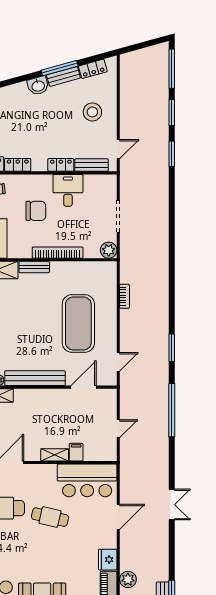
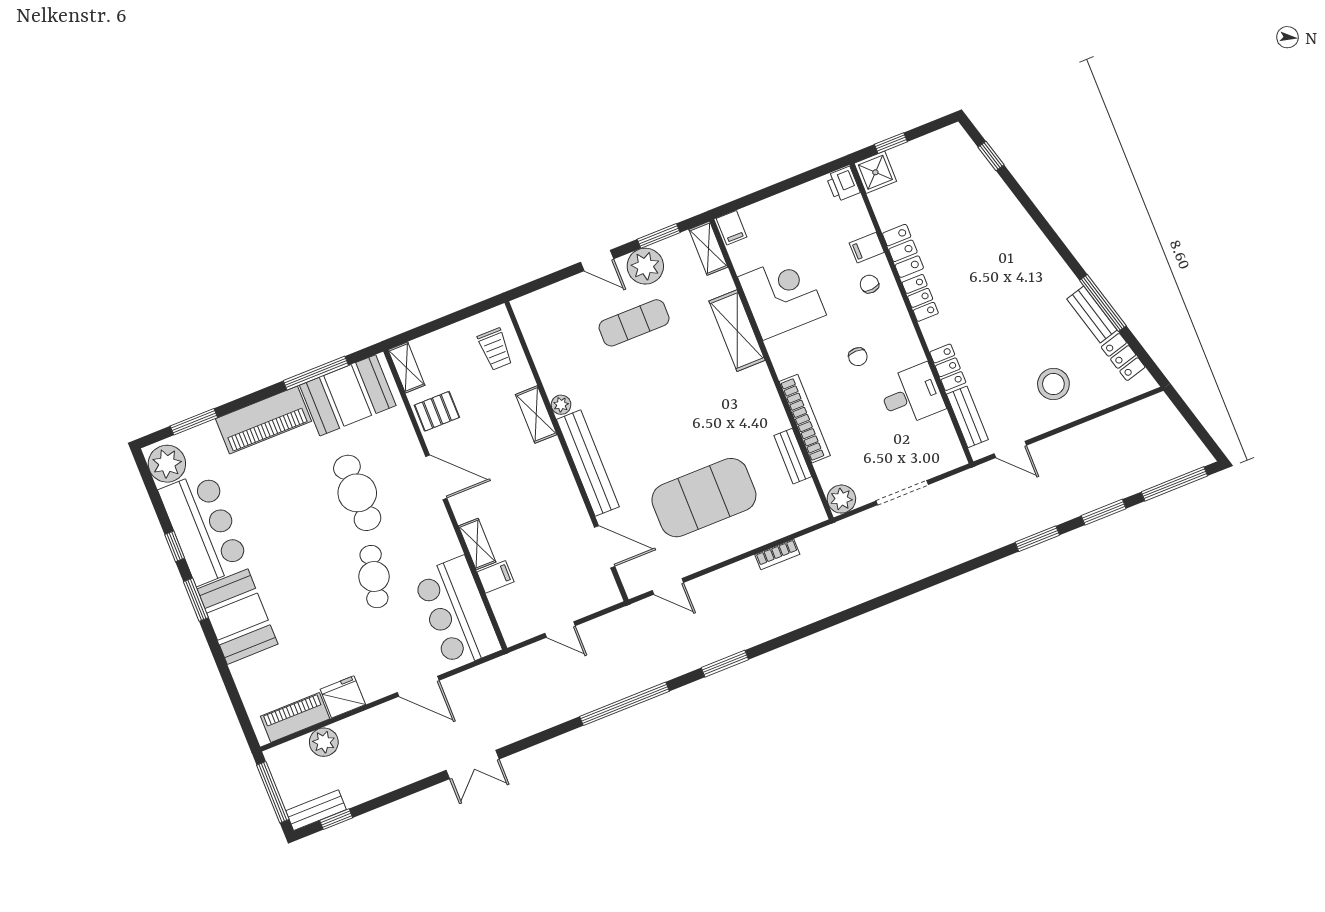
washbasin: (38, 86) -> (1061, 280), removed
chair: (36, 211) -> (858, 357), width x0.54, depth x0.54
bench: (34, 267) -> (793, 456), moved

